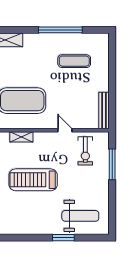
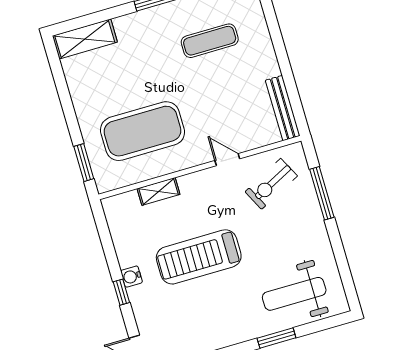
exercise bike: (85, 151) -> (271, 184), turned 63
weight bench: (80, 216) -> (294, 294), turned 180

